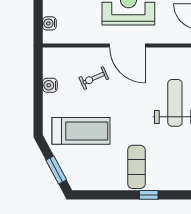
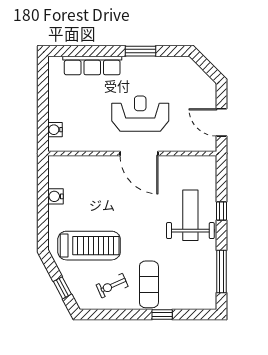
exercise bike: (94, 78) -> (112, 286), moved
window: (56, 170) -> (62, 288), width x0.67

